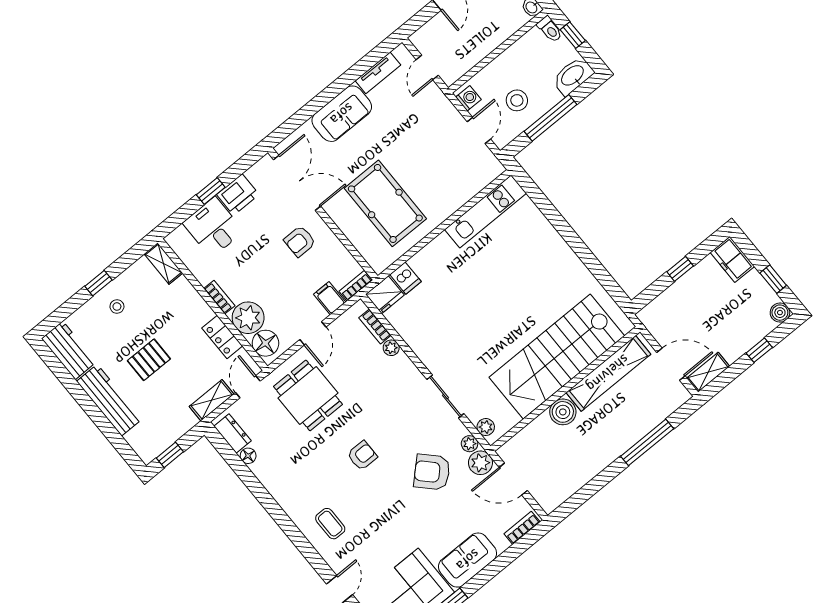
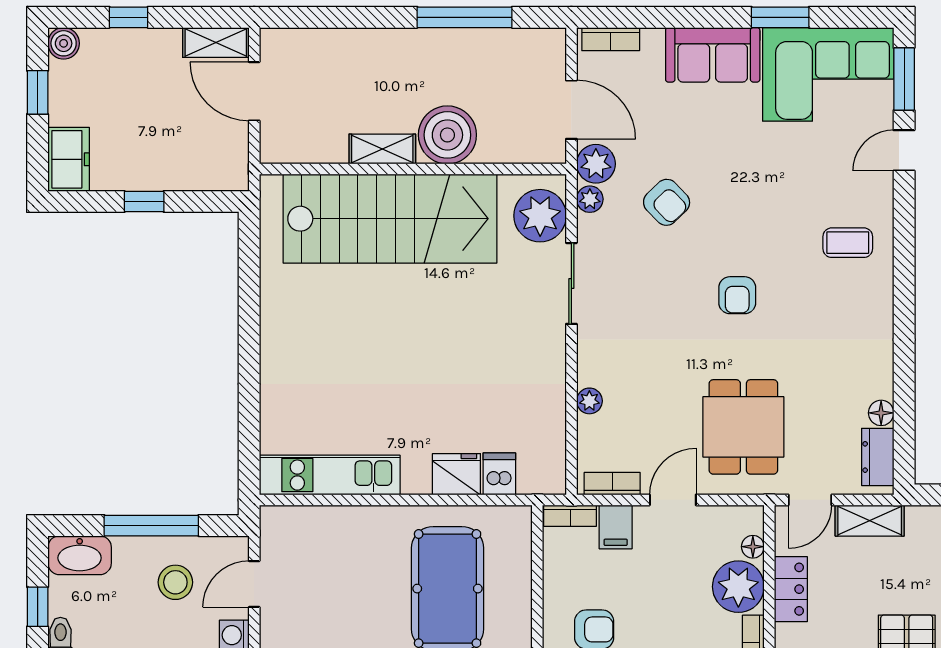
fridge: (385, 295) -> (456, 474), moved
bookcase: (375, 326) -> (612, 484), moved, turned -90
floor lamp: (265, 343) -> (753, 547), width x0.53, depth x0.53
shelving: (608, 373) -> (382, 149), width x0.45, depth x0.75
boiler: (563, 412) -> (447, 135), width x1.37, depth x1.37
plant: (486, 427) -> (540, 216), width x1.88, depth x1.88
window: (647, 442) -> (465, 17), moved
armchair: (362, 456) -> (737, 295), turned -90
armchair: (432, 472) -> (667, 202), width x0.72, depth x0.72
coffee table: (330, 524) -> (848, 243), turned 90

